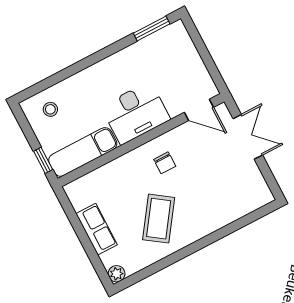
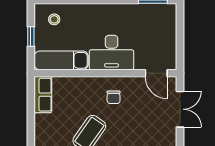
window: (43, 160) -> (31, 37), moved
row of seats: (97, 229) -> (43, 95), moved

